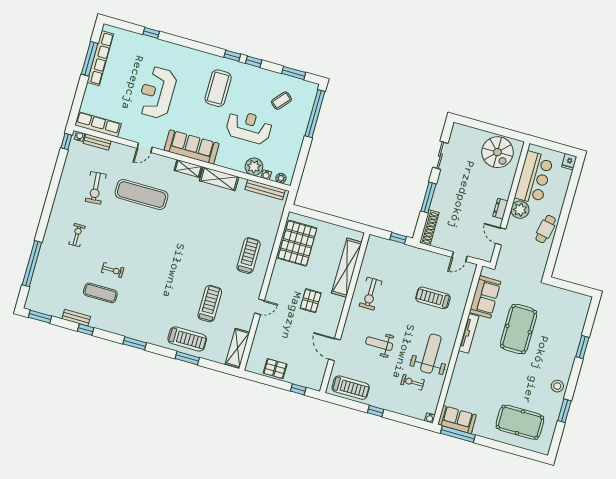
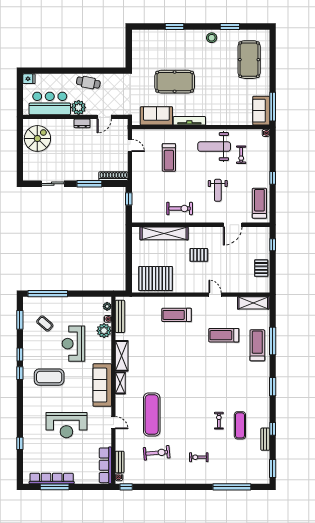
window: (187, 358) -> (273, 341), width x1.44

